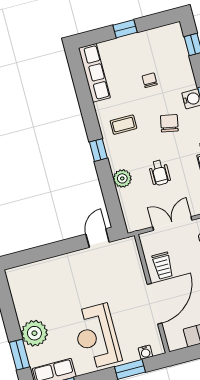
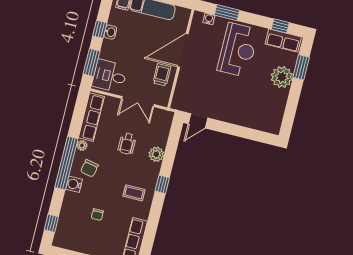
chair: (169, 123) -> (89, 168), moved
wheelchair: (160, 173) -> (127, 144), turned 180

